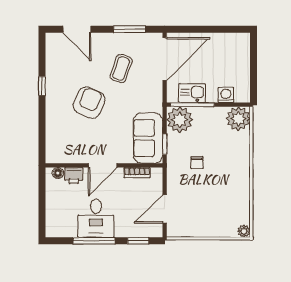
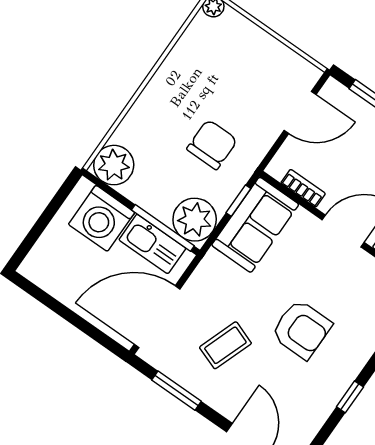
kitchen sink: (192, 93) -> (152, 244), width x1.38
washing machine: (226, 95) -> (102, 218), width x1.89, depth x1.89
armchair: (89, 103) -> (302, 329), turned -114
chair: (197, 163) -> (212, 145), width x1.87, depth x1.87

